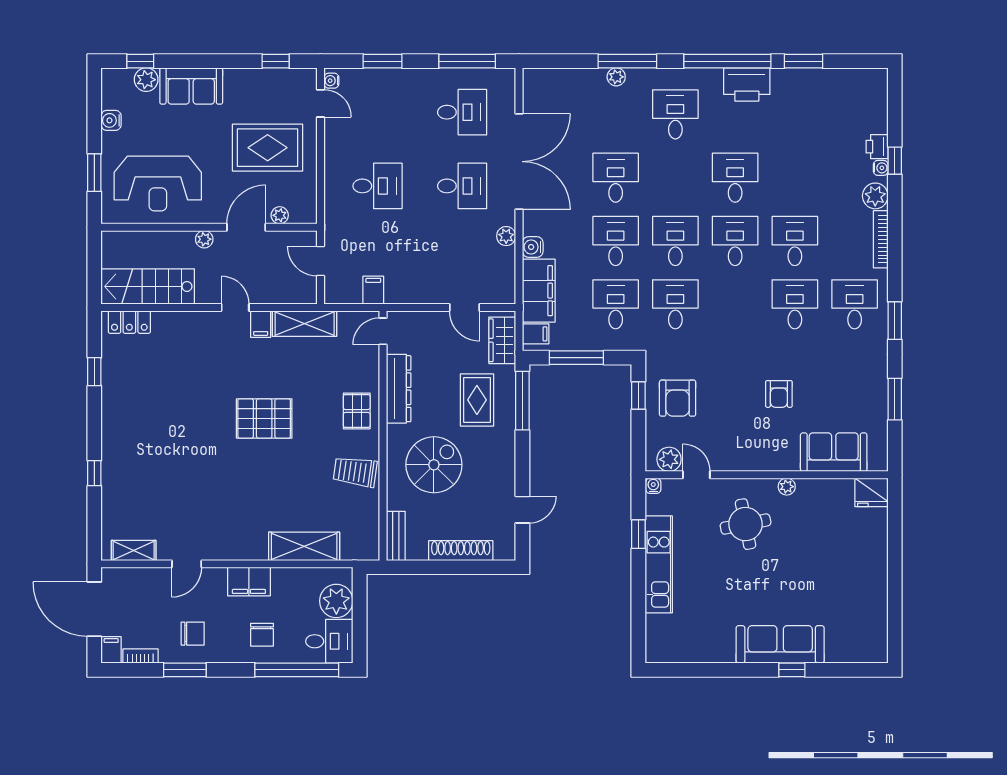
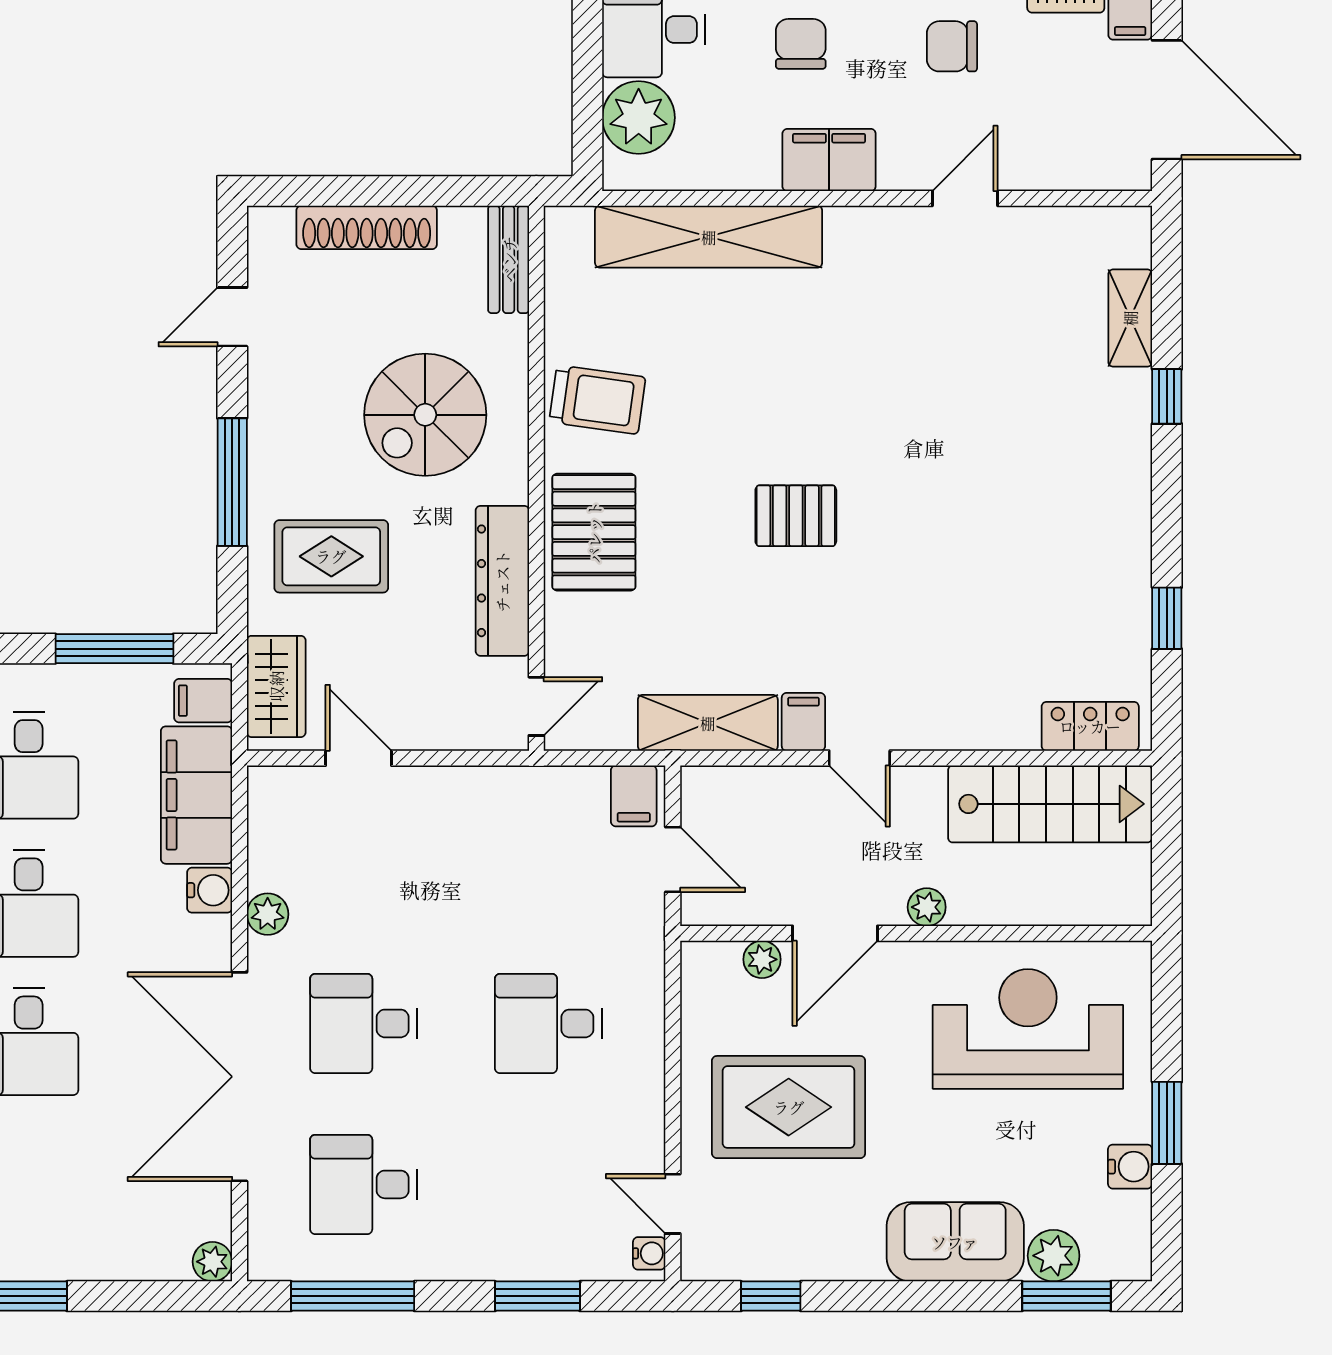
window: (140, 61) -> (1066, 1296), width x1.50
plant: (616, 77) -> (212, 1262), moved
window: (94, 173) -> (1167, 1123), moved
filing cabinet: (373, 290) -> (634, 796), moved
rug: (477, 400) -> (331, 556), turned 90
window: (522, 401) -> (232, 482), moved
pallet: (357, 411) -> (594, 532), width x1.50, depth x1.42
pallet: (264, 419) -> (796, 516), width x0.67, depth x0.71
shelving: (304, 546) -> (709, 237), width x1.47
shelving: (134, 551) -> (1130, 318), moved, turned 90

